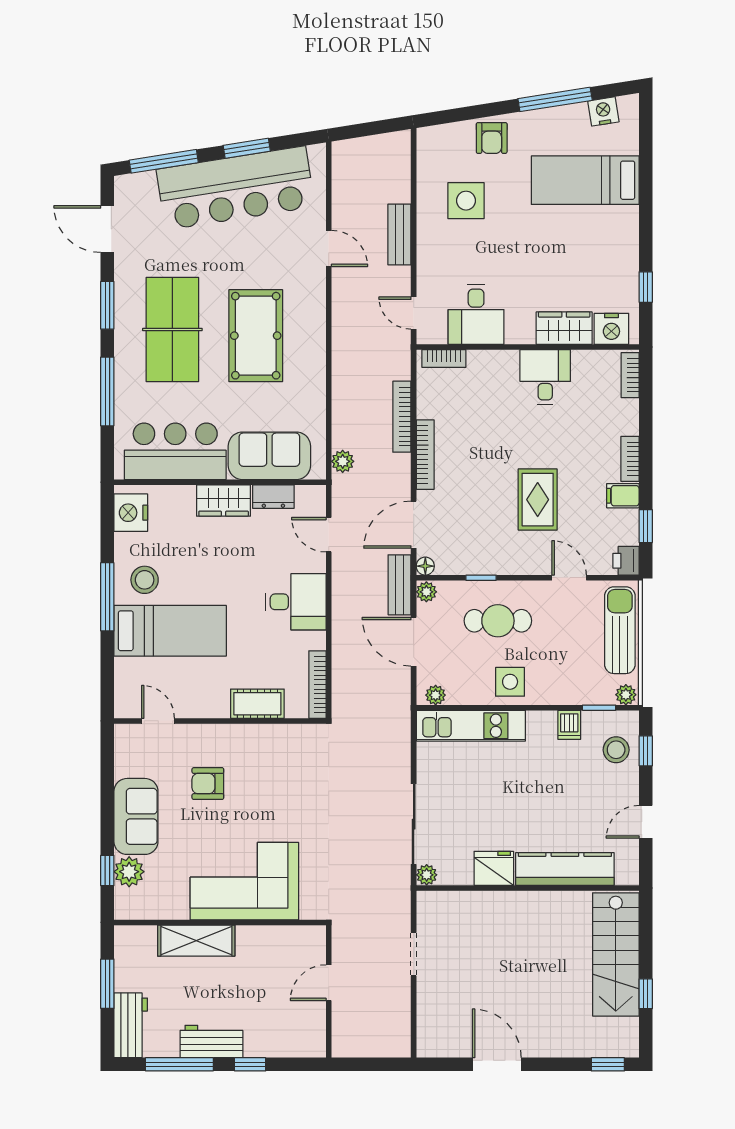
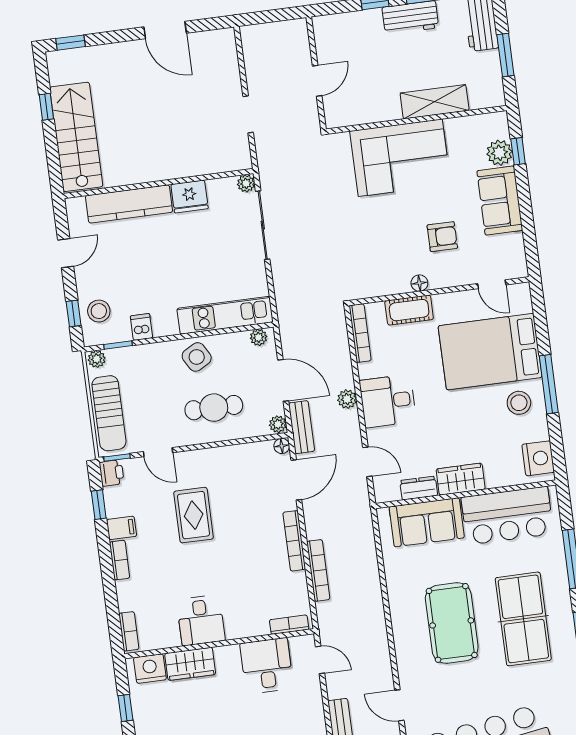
plant: (343, 461) -> (347, 399), moved
window: (481, 578) -> (117, 458), moved
bed: (170, 631) -> (490, 352), width x1.50
side table: (510, 682) -> (197, 357), turned -30
floor lamp: (241, 733) -> (419, 283), added

